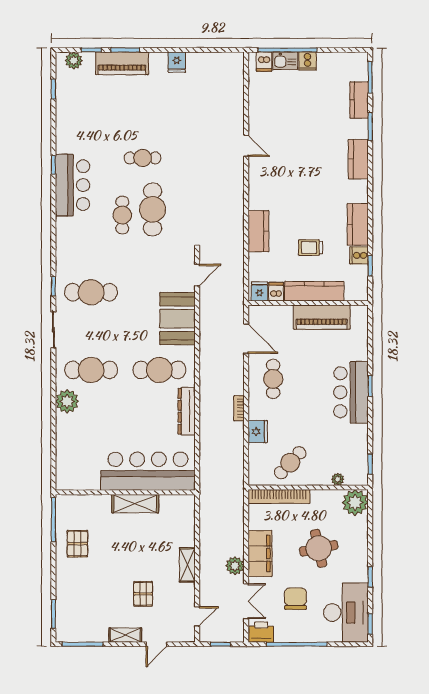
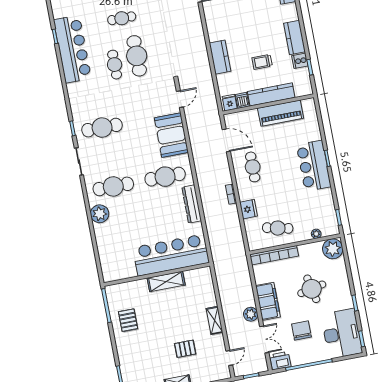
bar counter: (72, 185) -> (72, 49), width x1.36
cafe table: (290, 463) -> (278, 228), turned 60
pallet: (143, 594) -> (185, 349), turned 90

